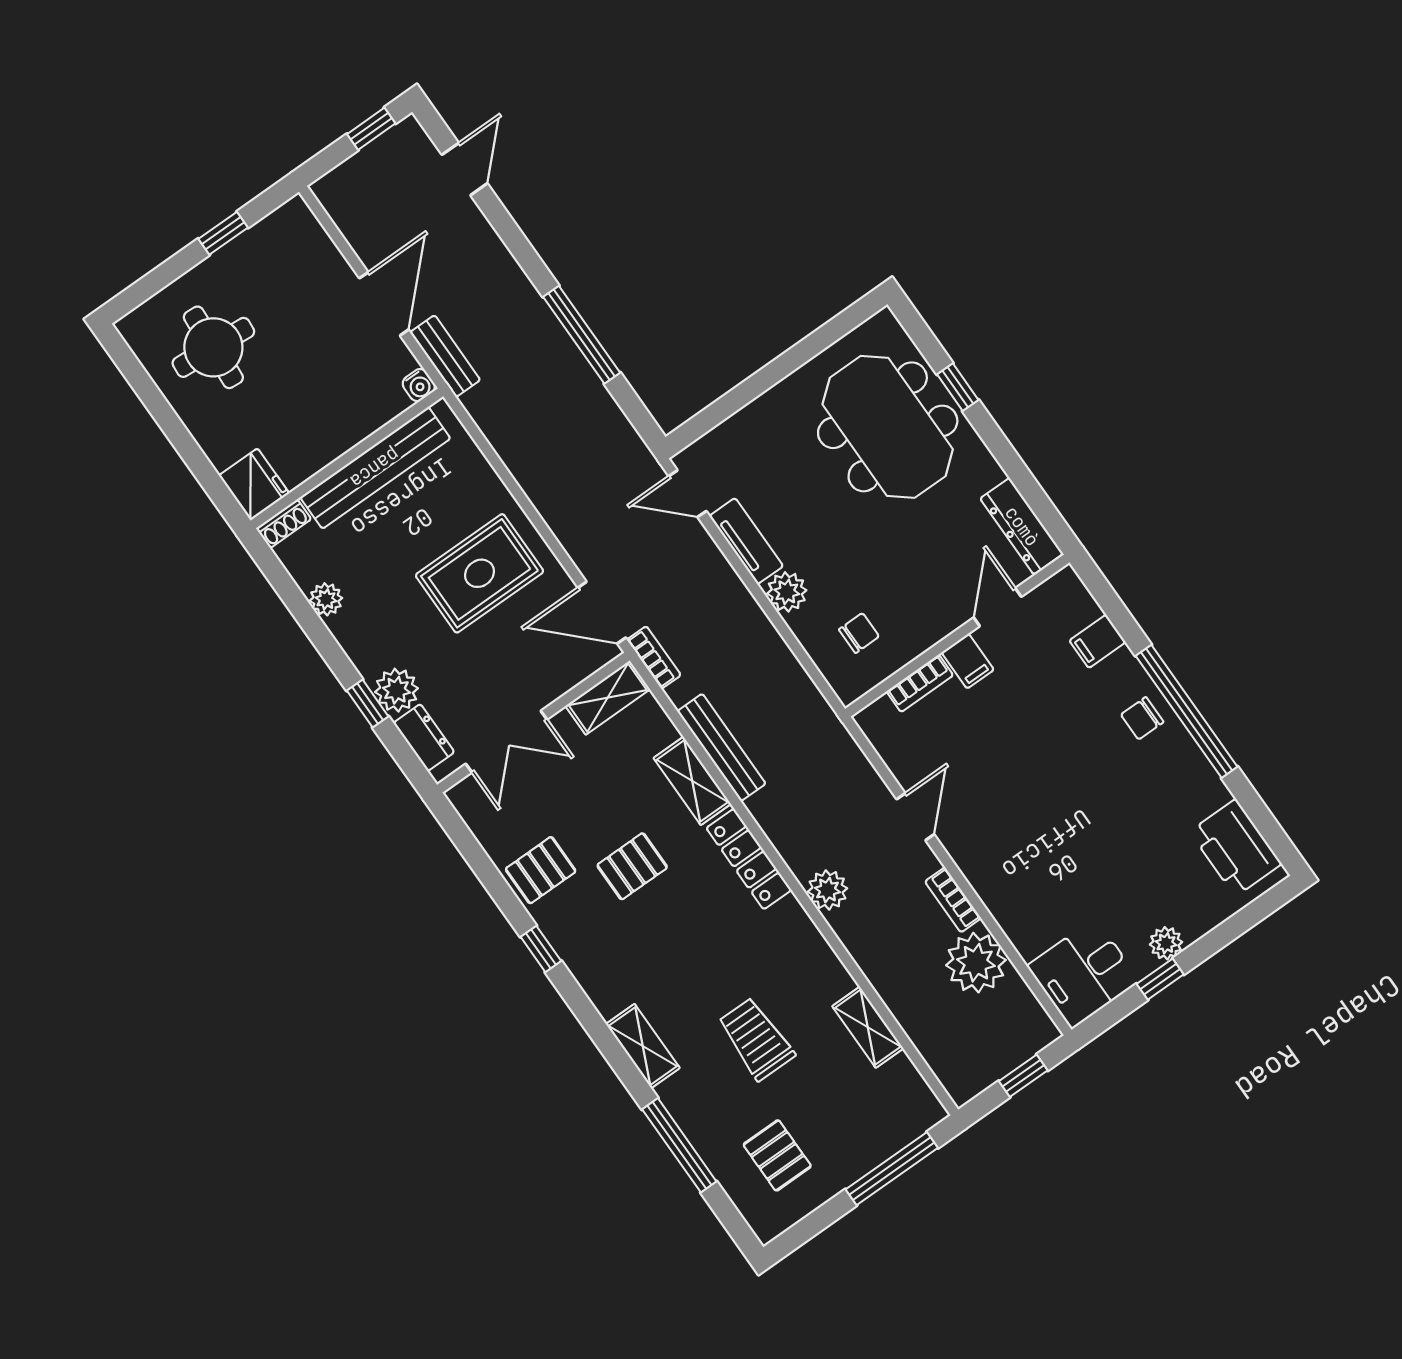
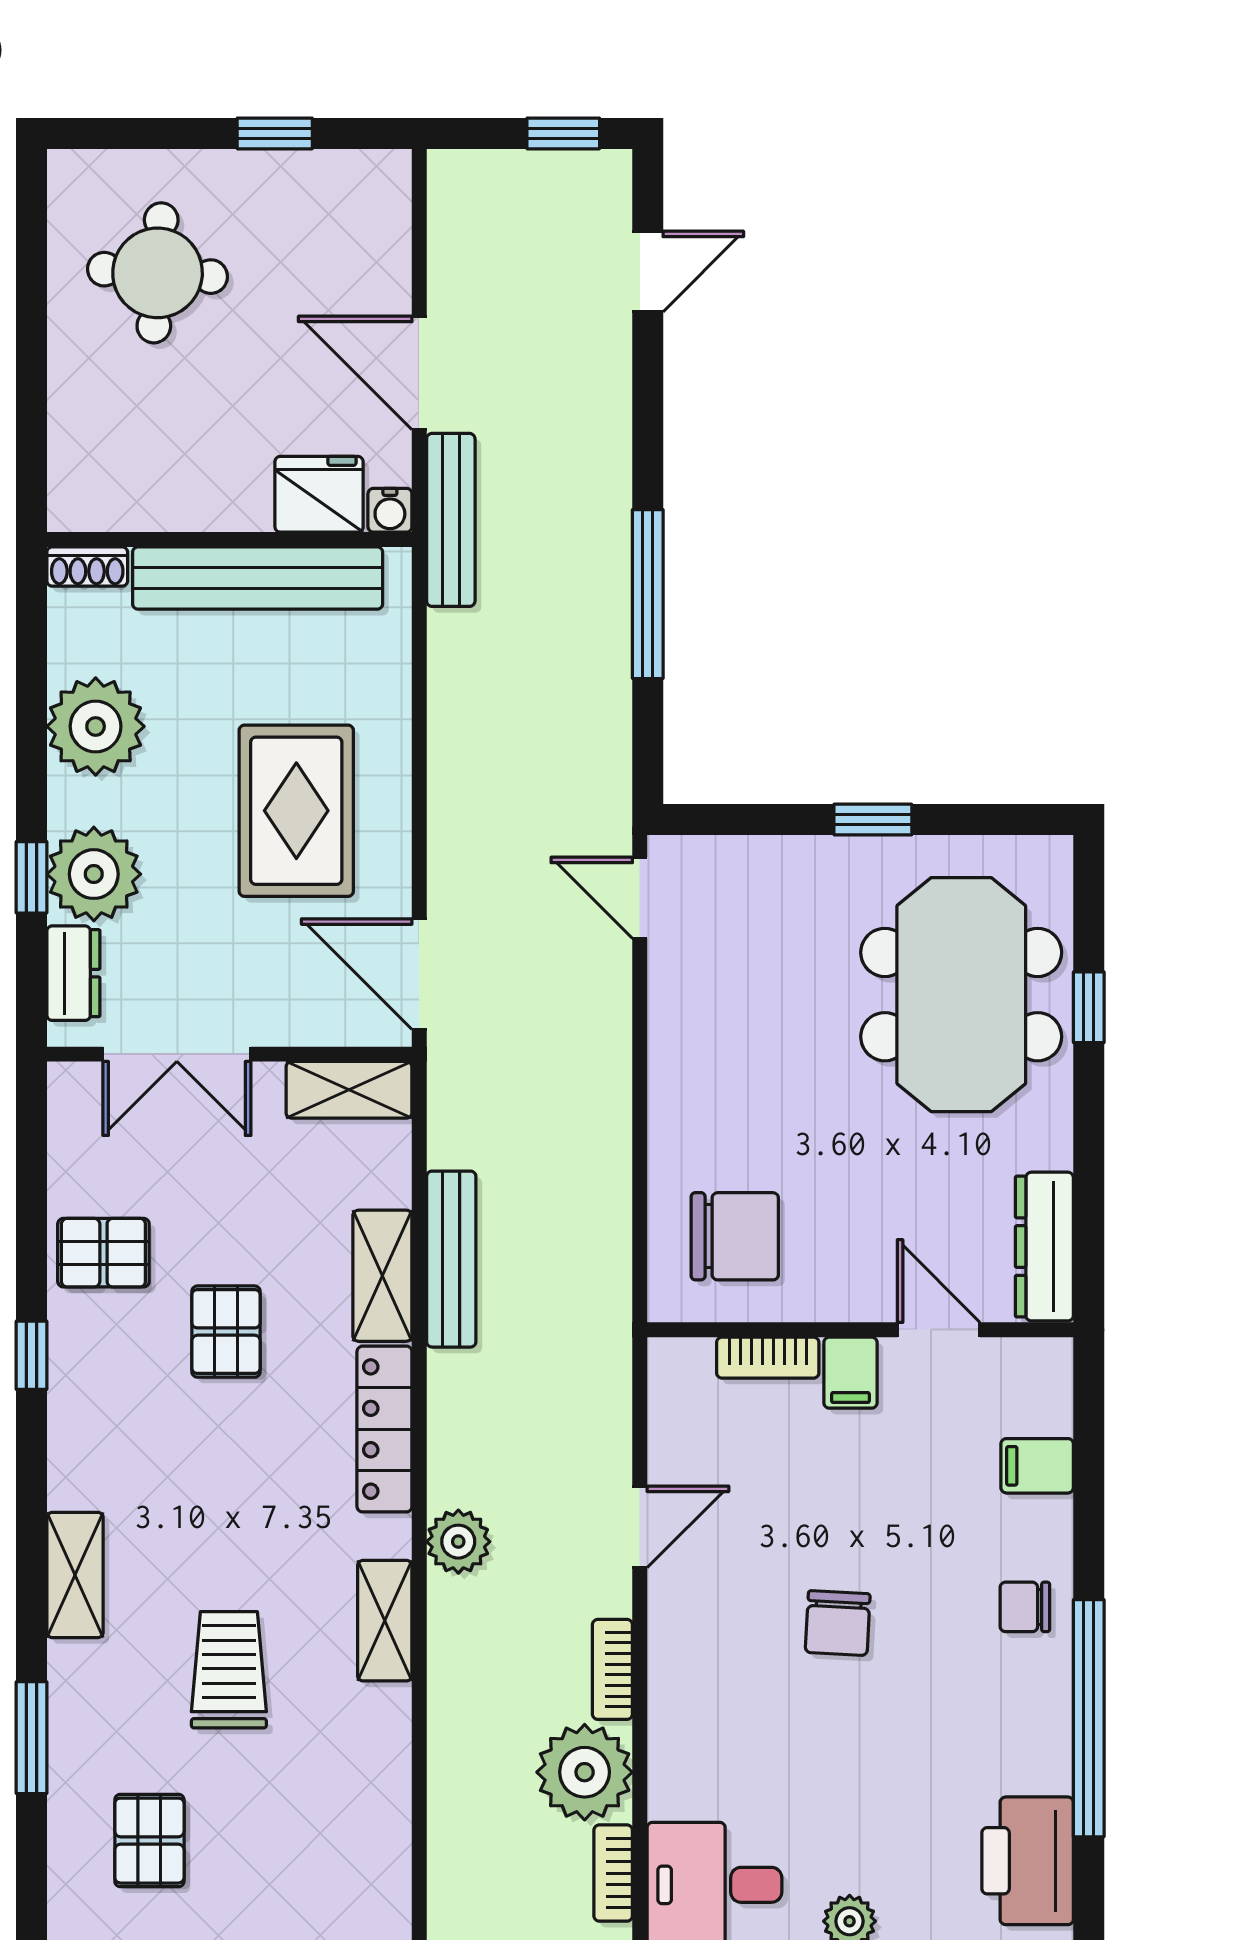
door: (384, 304) -> (419, 373), swing flipped
bench: (445, 356) -> (451, 520), width x1.36
window: (779, 369) -> (873, 820), added
fridge: (254, 484) -> (319, 494), moved, turned -90
tv unit: (746, 541) -> (673, 1013), removed
rug: (480, 573) -> (296, 811), turned 90
plant: (787, 592) -> (679, 1117), removed
plant: (326, 599) -> (96, 726), width x1.88, depth x1.88
door: (998, 607) -> (939, 1330), hinge flipped
chair: (859, 633) -> (735, 1236), width x1.87, depth x1.87
bookcase: (654, 657) -> (613, 1873), moved, turned 180
plant: (397, 690) -> (94, 874), width x1.36, depth x1.36
window: (1186, 711) -> (1089, 1718), moved
chair: (1052, 794) -> (838, 1623), added
pallet: (632, 866) -> (226, 1332), turned 90
shelving: (868, 1027) -> (385, 1621), moved
window: (679, 1145) -> (31, 1738), width x0.69

